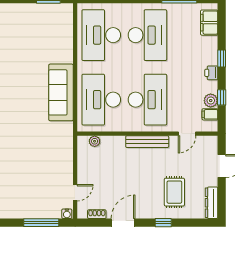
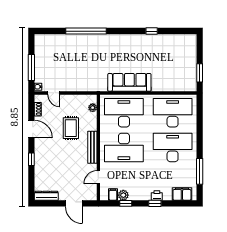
desk: (147, 35) -> (173, 147), turned 180
printer: (211, 73) -> (157, 195), moved
door: (187, 134) -> (98, 177), hinge flipped
rug: (174, 192) -> (71, 128), moved, turned 90

